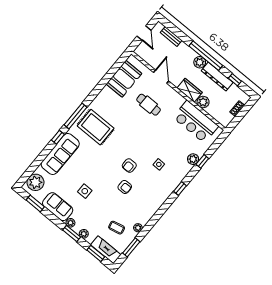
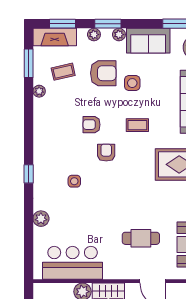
window: (202, 161) -> (29, 225), removed
coffee table: (101, 166) -> (137, 125), added
armchair: (96, 209) -> (103, 73), added

